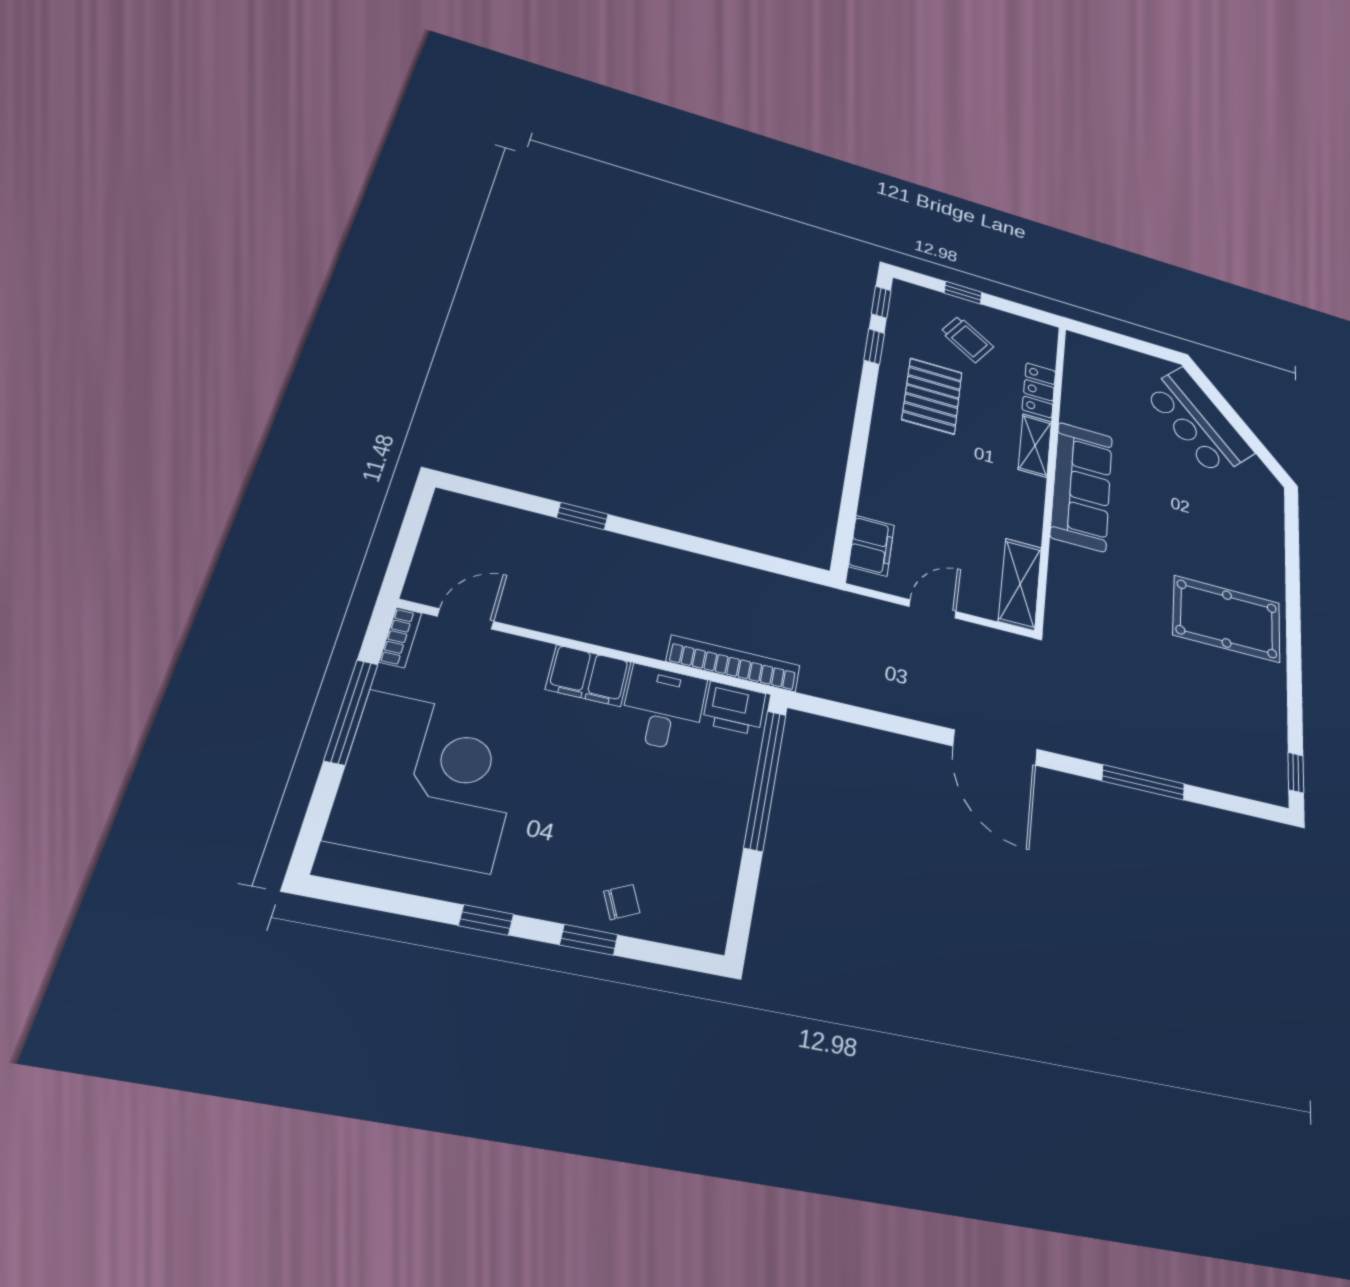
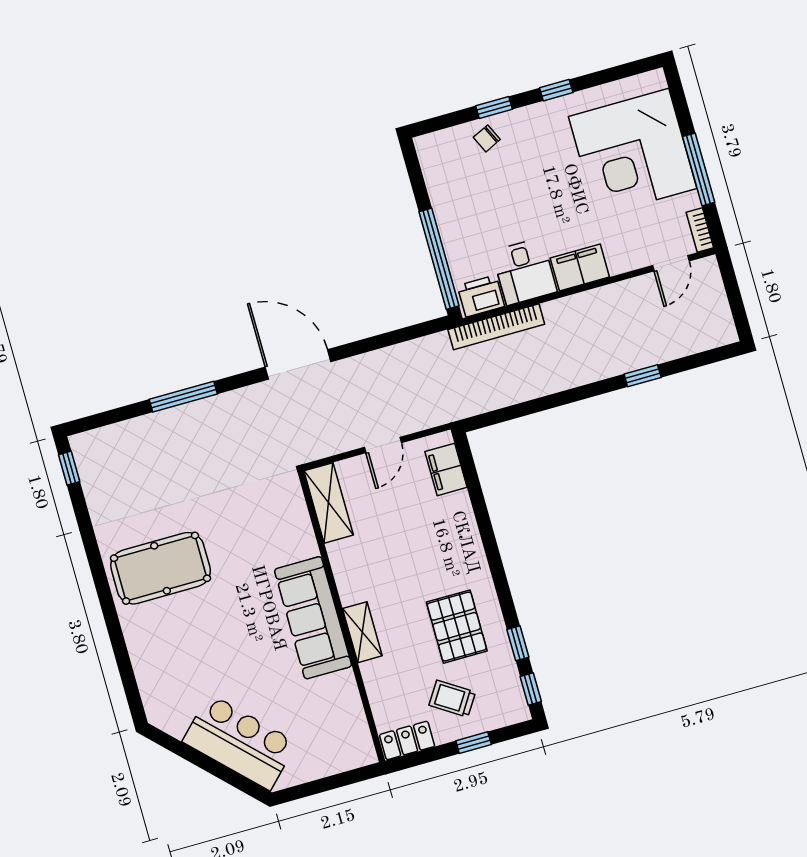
locker: (1039, 390) -> (407, 740), moved, turned -90

